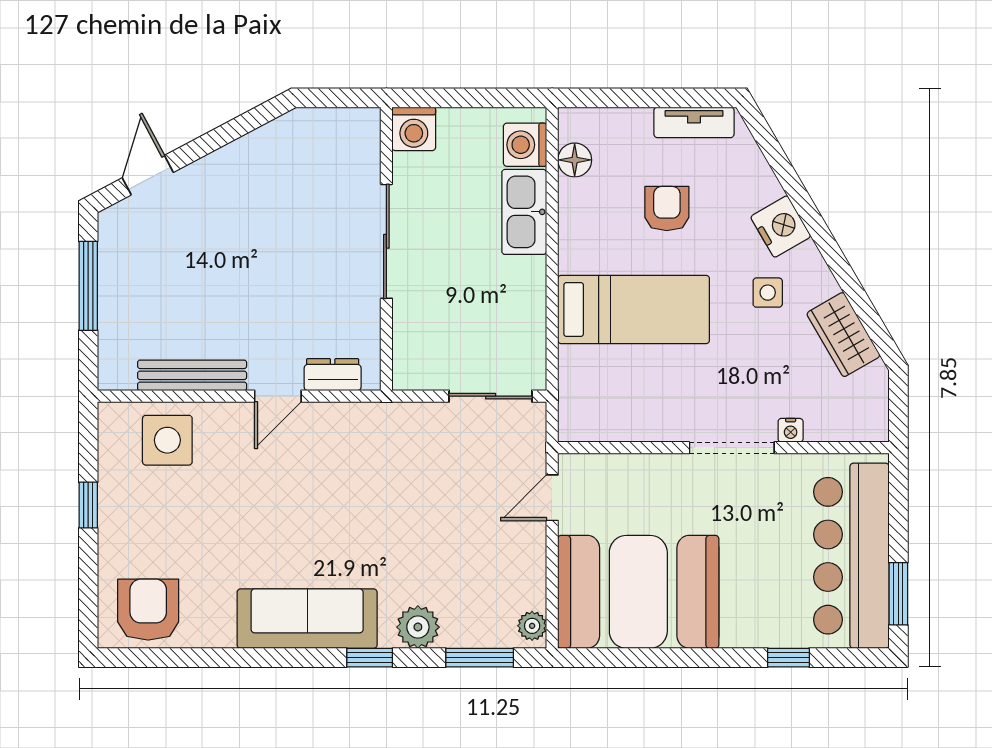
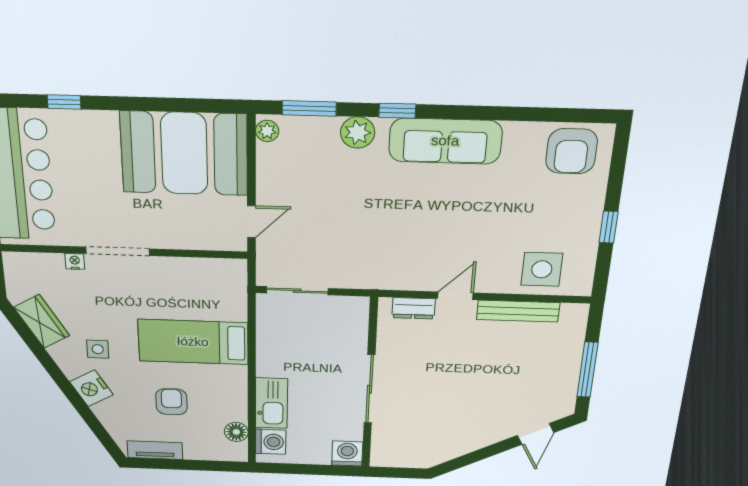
armchair: (667, 208) -> (171, 402), turned 180

